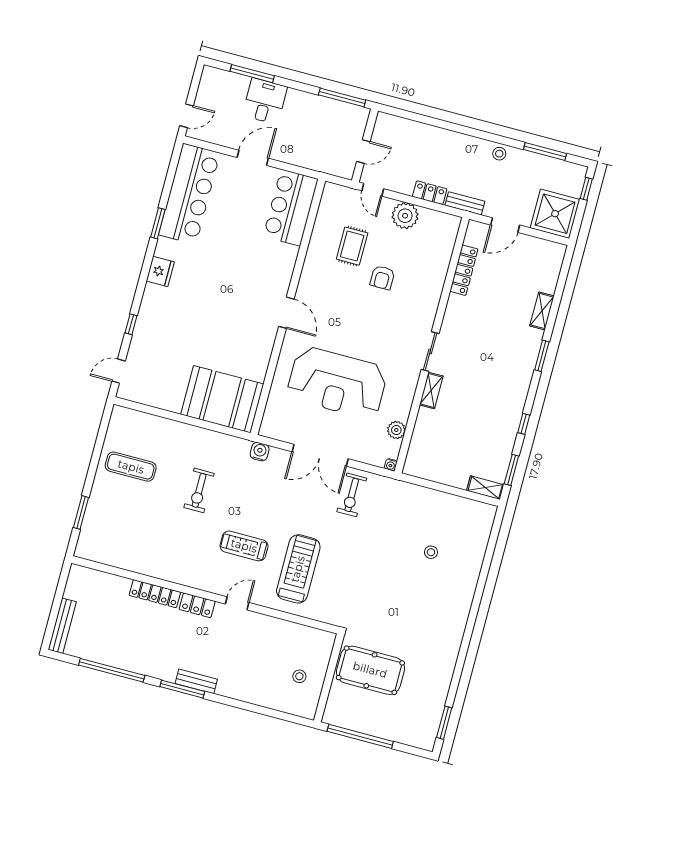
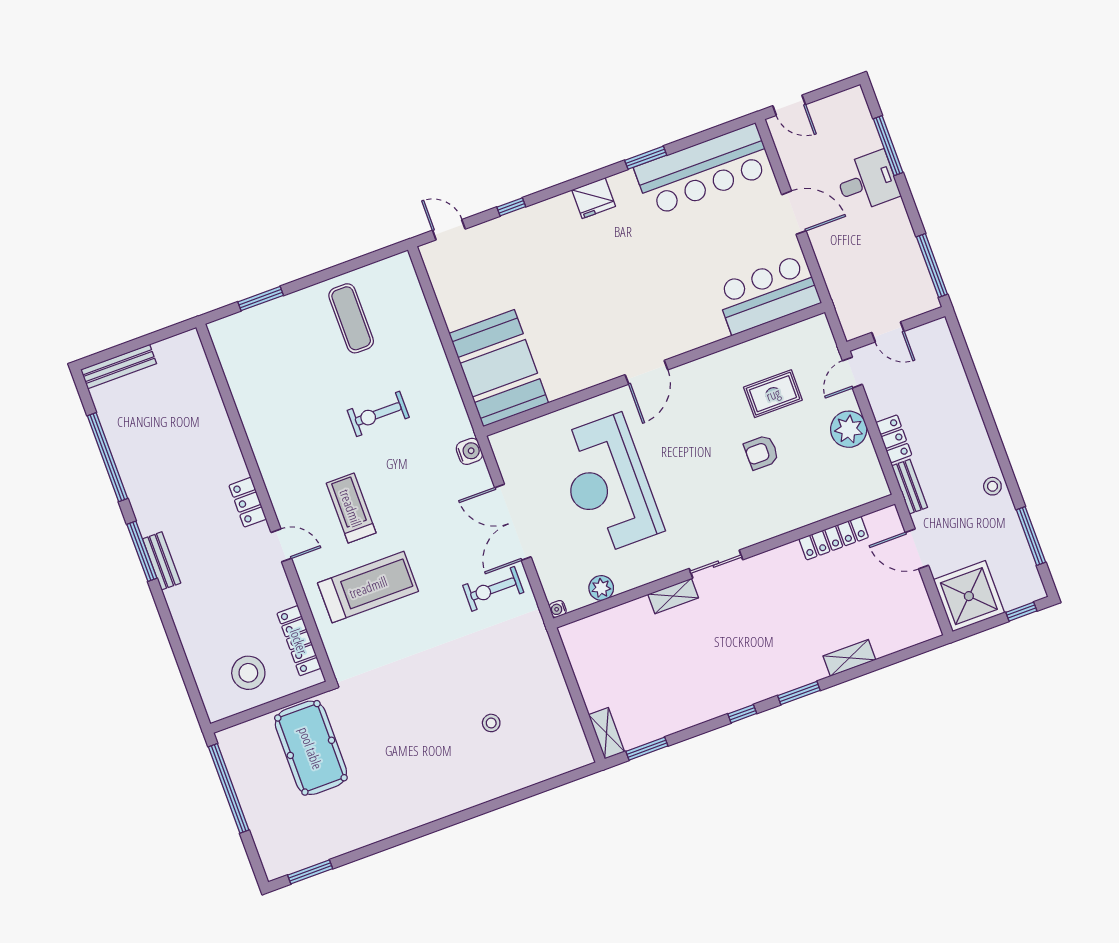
window: (524, 424) -> (742, 714), moved
locker: (155, 594) -> (299, 641), moved
stool: (299, 676) -> (248, 673), width x1.89, depth x1.89

